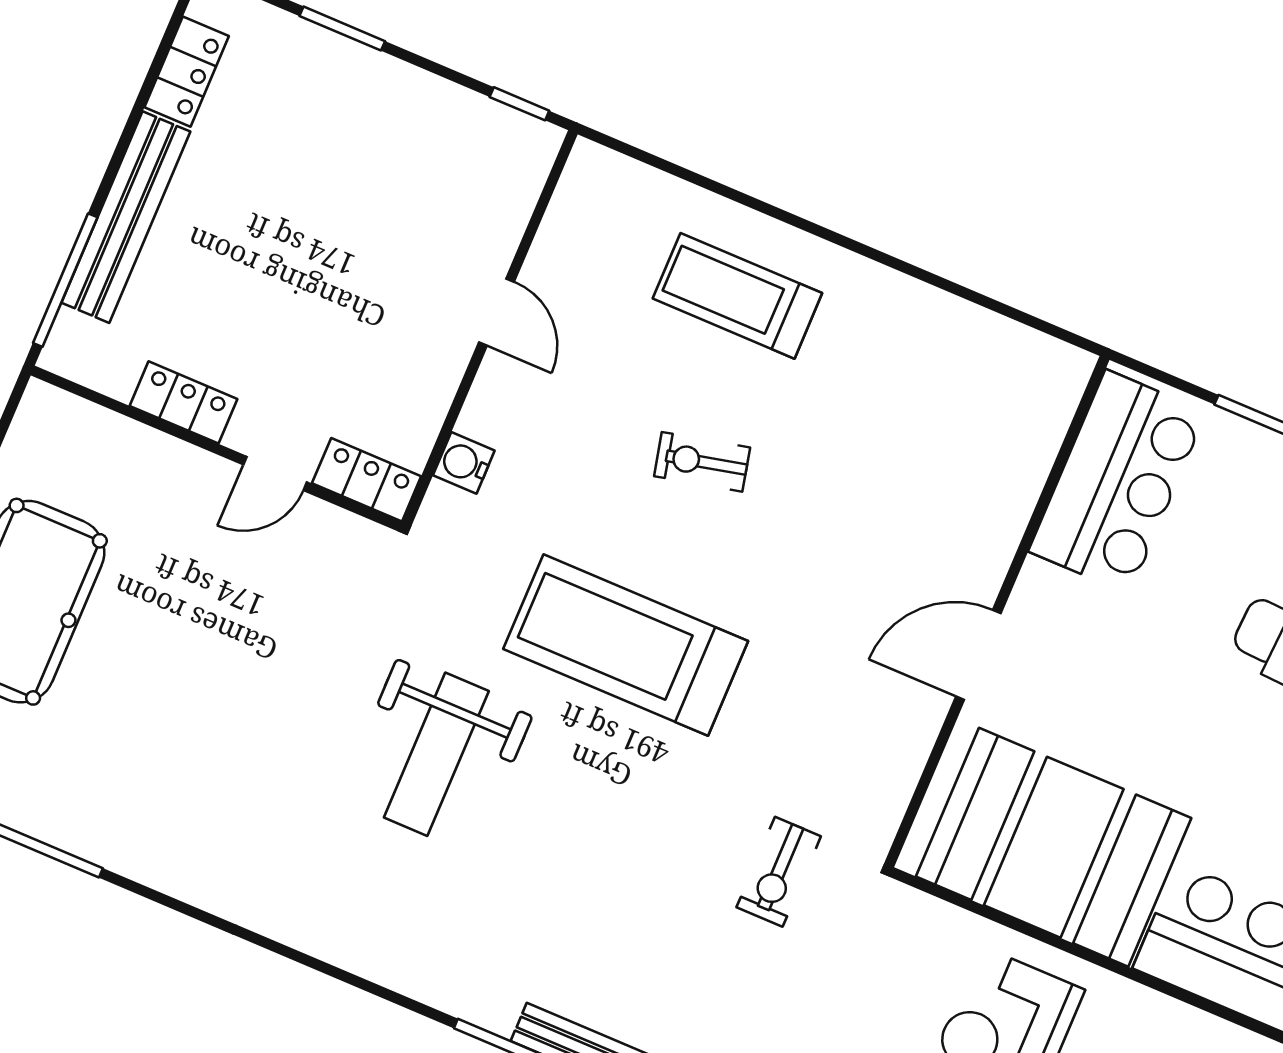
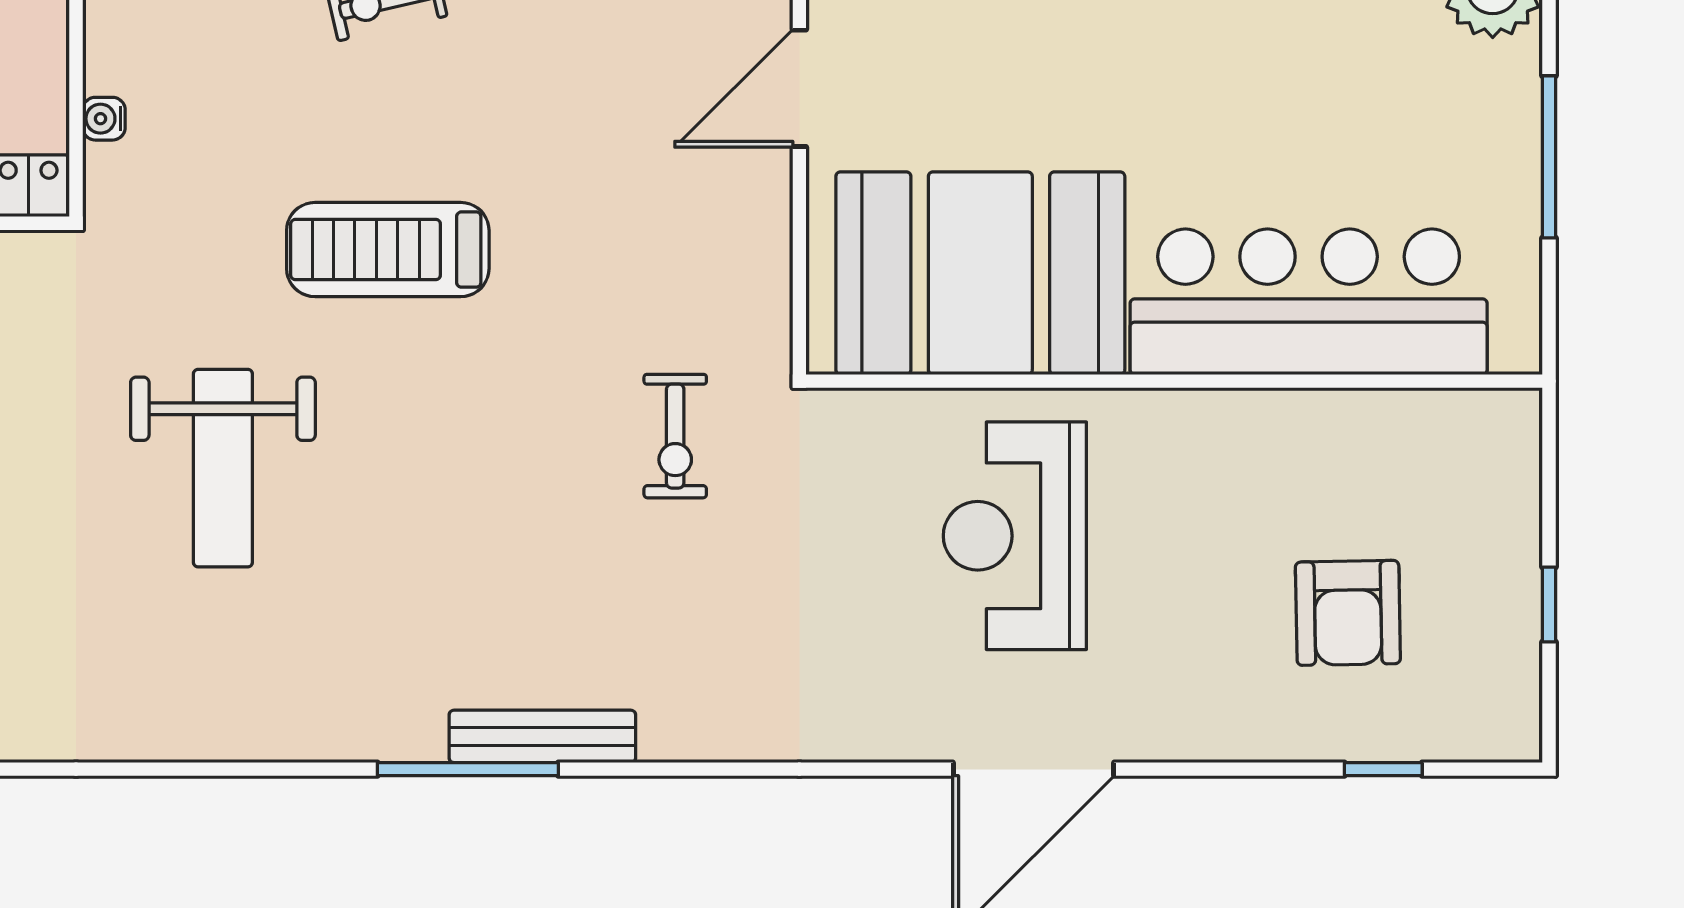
water cooler: (464, 463) -> (104, 119), width x0.72, depth x0.72
treadmill: (626, 645) -> (388, 250), width x0.73, depth x0.73

